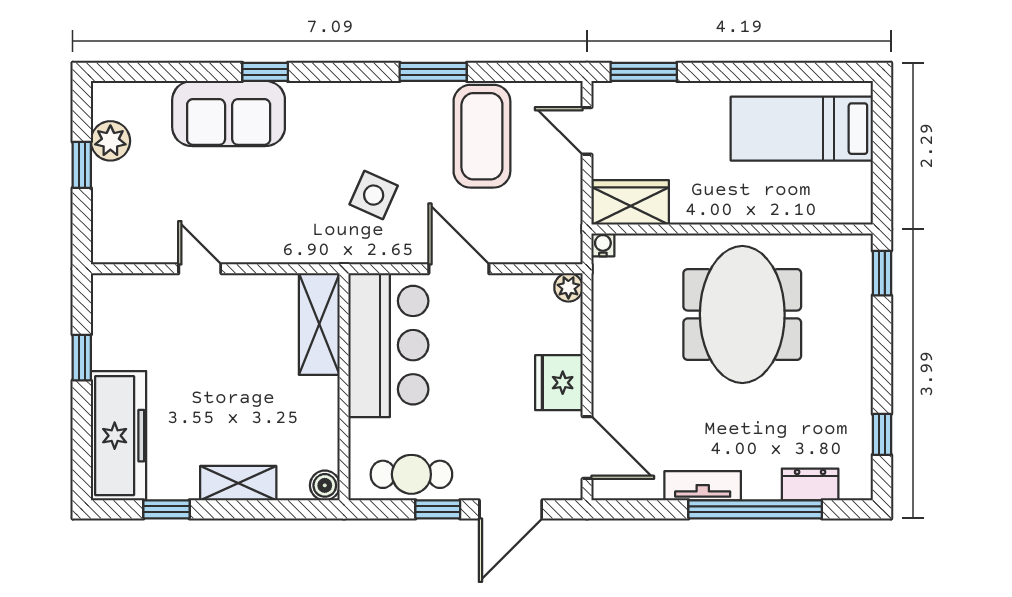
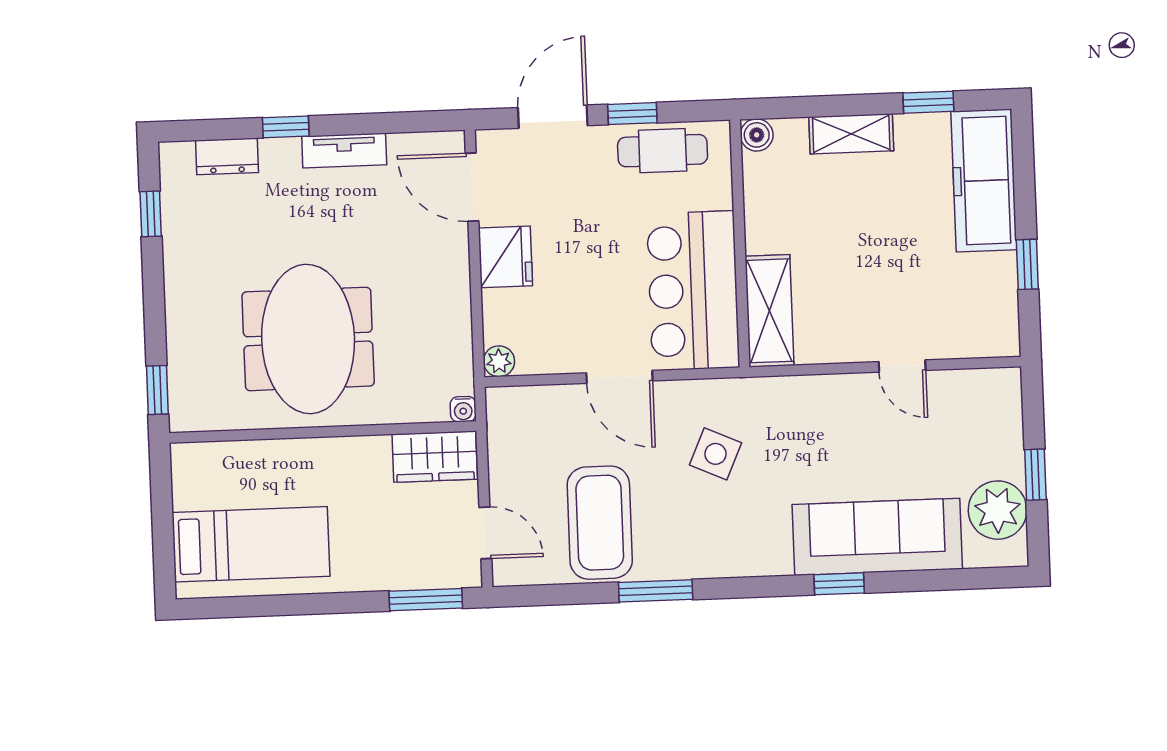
sofa: (229, 114) -> (877, 537), width x1.36
plant: (110, 141) -> (998, 510), width x1.36, depth x1.36
window: (755, 509) -> (286, 127), width x0.32

